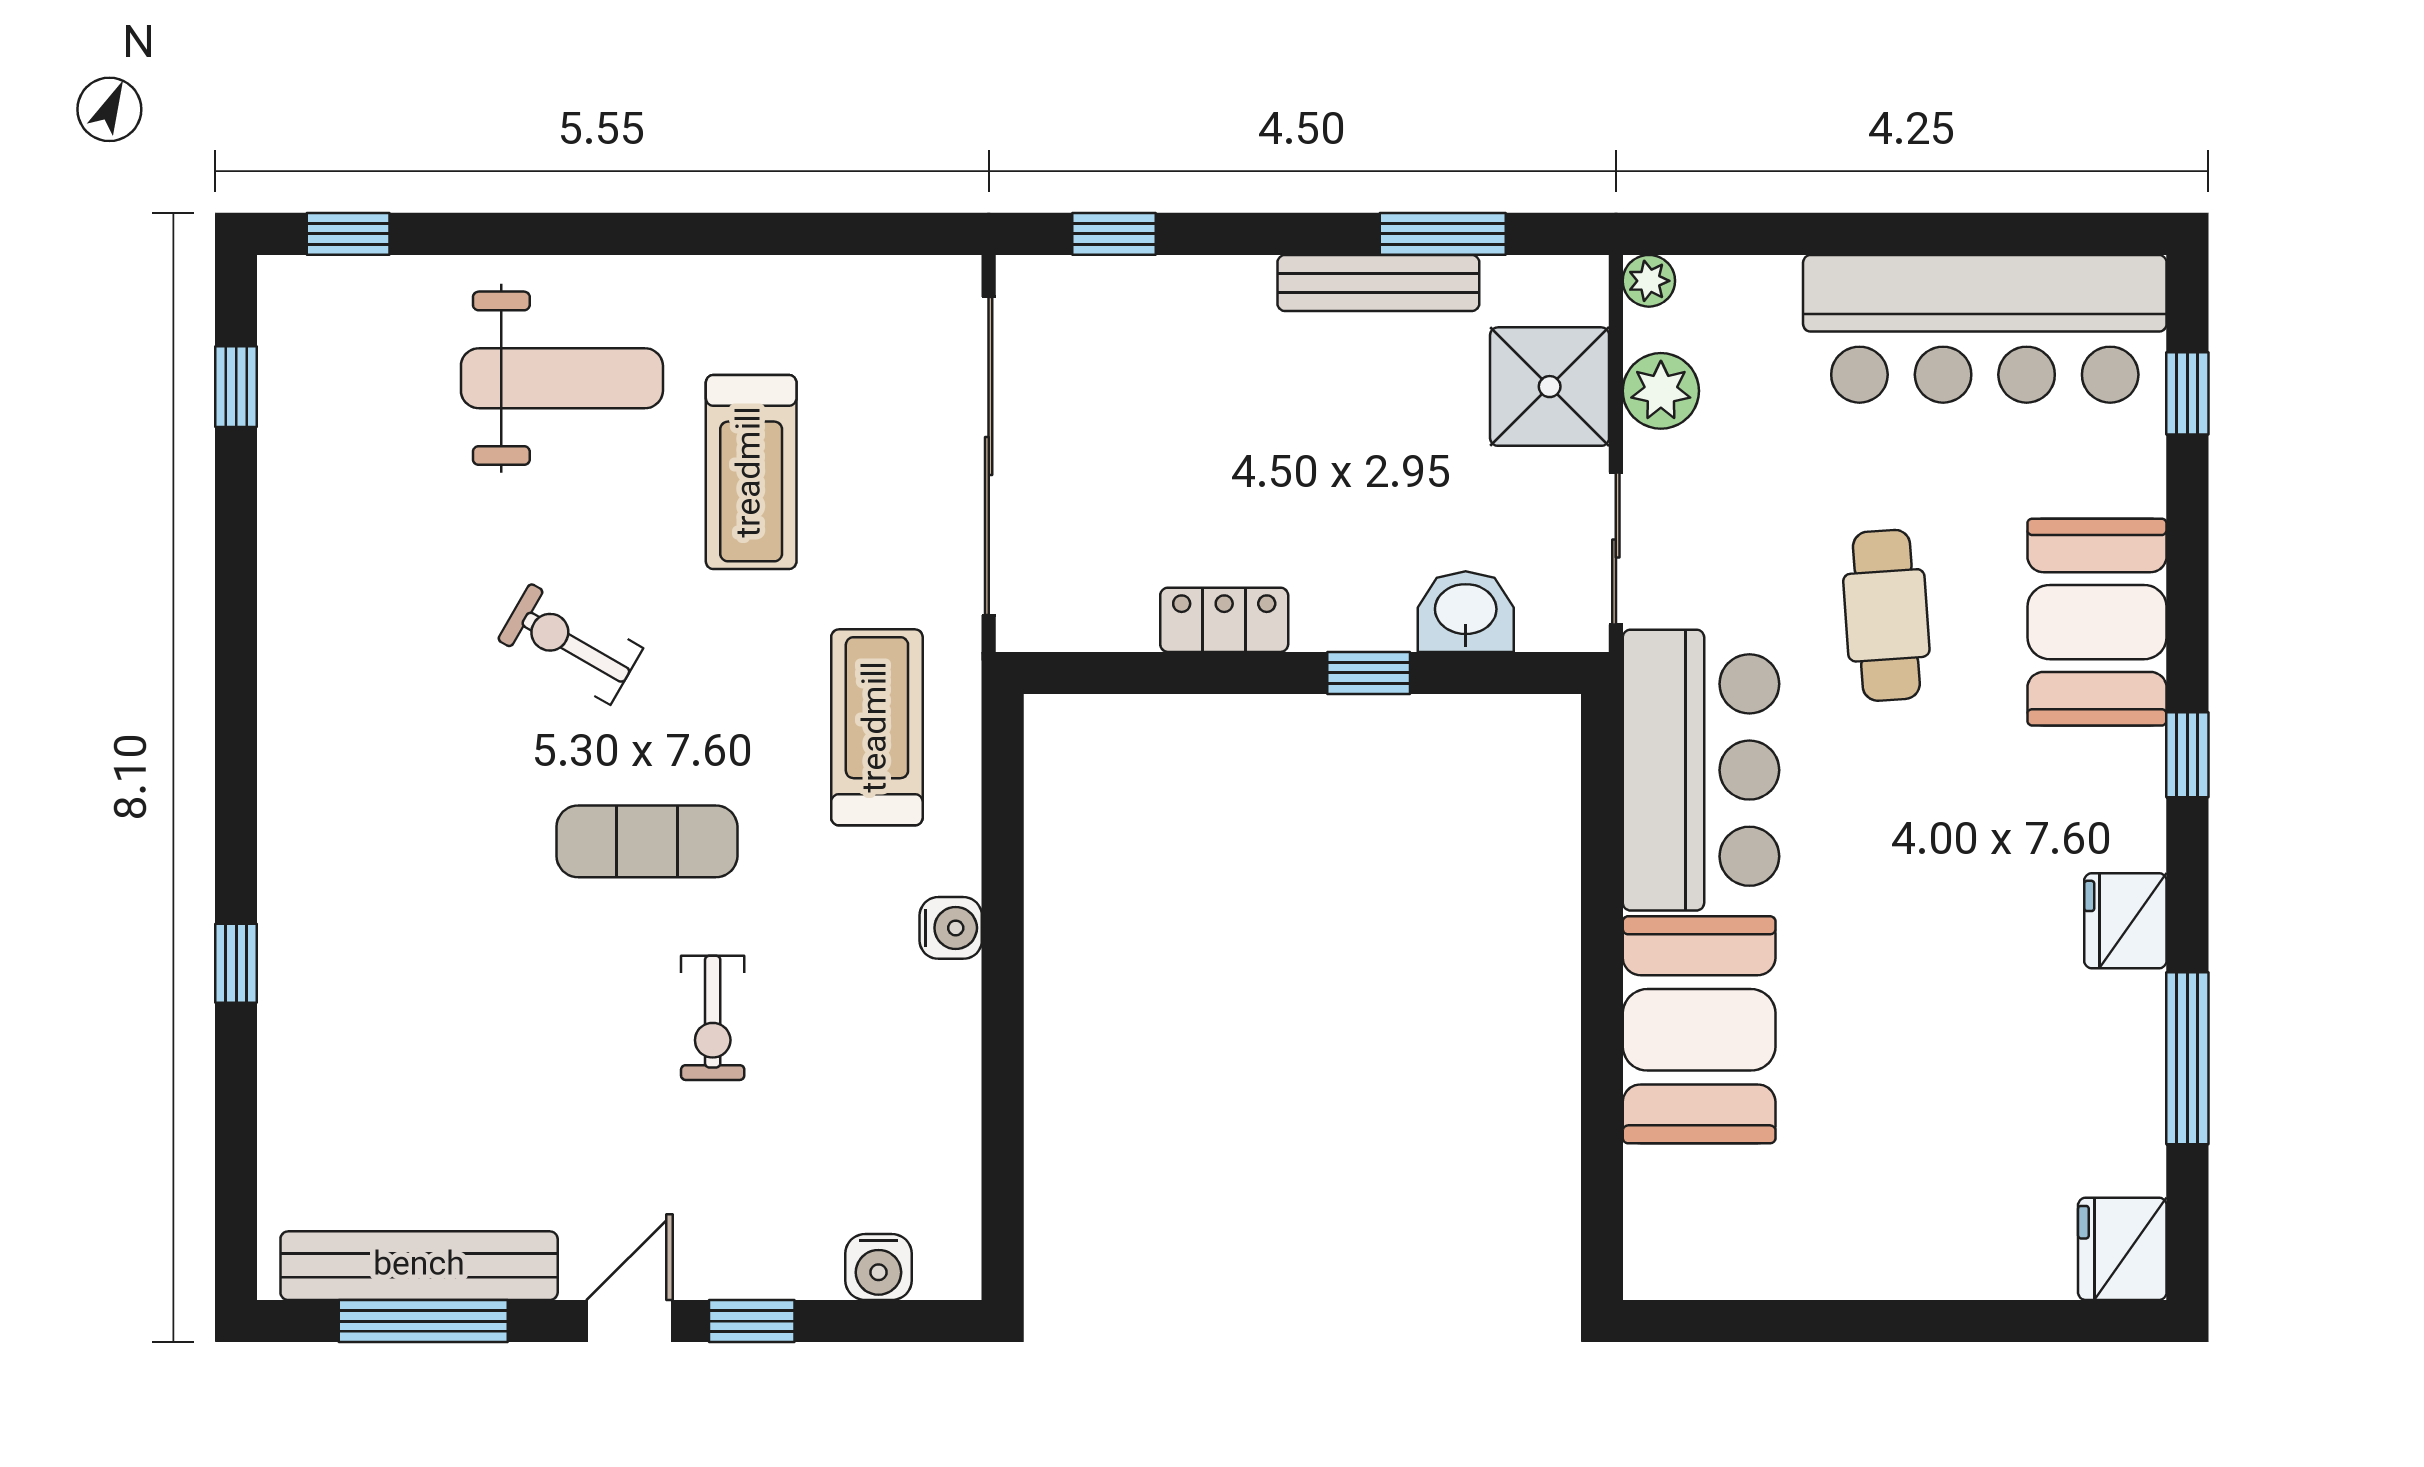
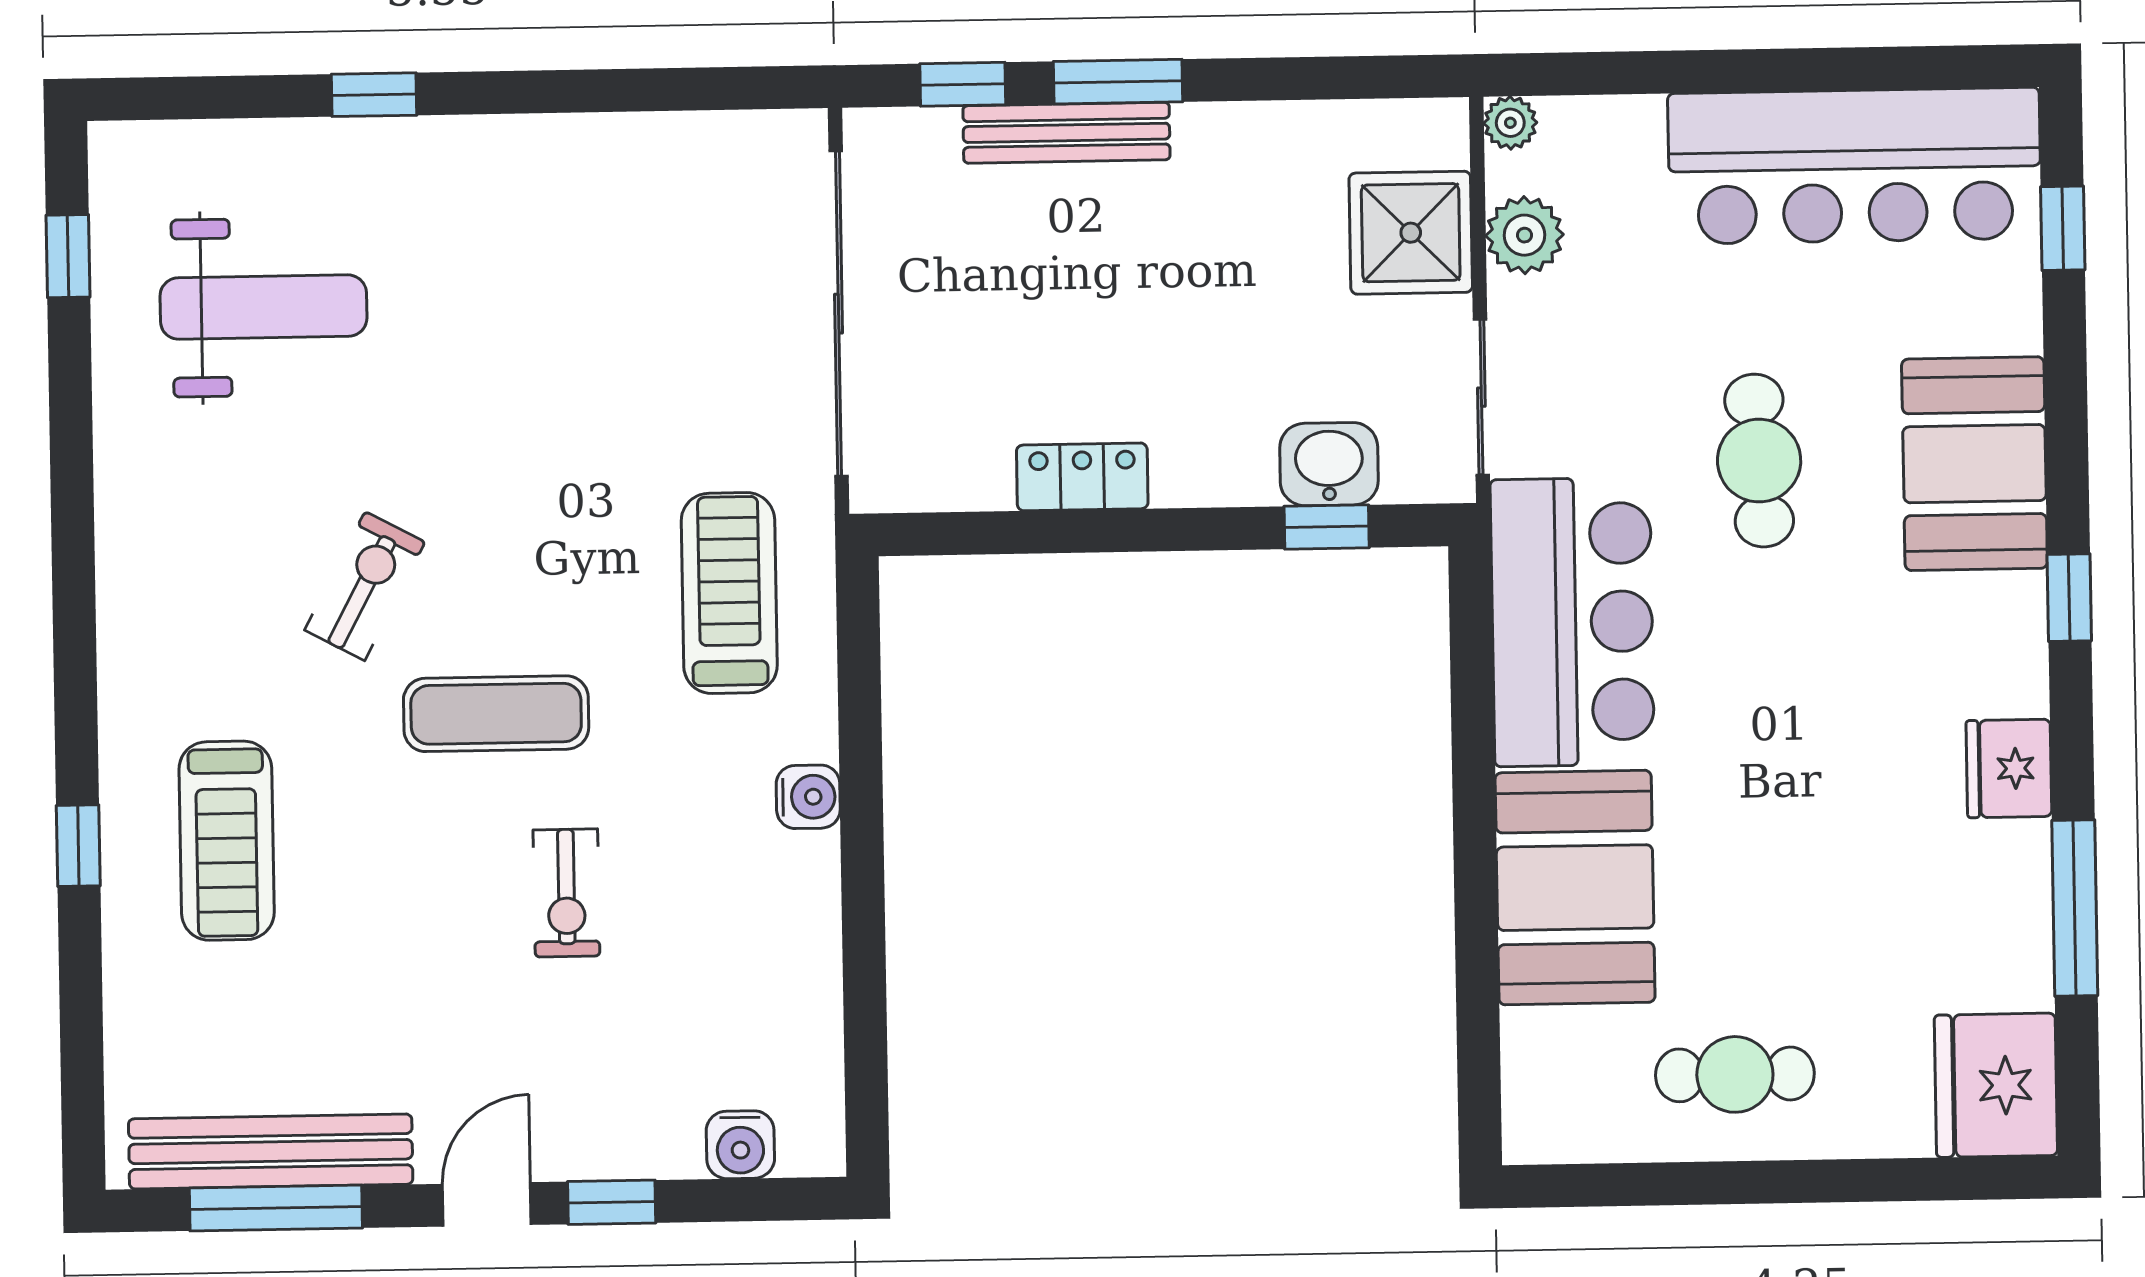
window: (348, 234) -> (374, 95), moved
window: (1443, 234) -> (1118, 82), moved
bench: (1378, 283) -> (1066, 133), moved
weight bench: (562, 378) -> (263, 307), moved
treadmill: (751, 472) -> (227, 841), moved
exercise bike: (570, 644) -> (365, 586), moved, turned 88
window: (1369, 673) -> (1327, 527), moved
cafe table: (1852, 1215) -> (1735, 1074), added
fridge: (2122, 1249) -> (1996, 1085), width x1.36, depth x1.34

